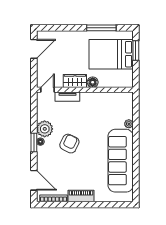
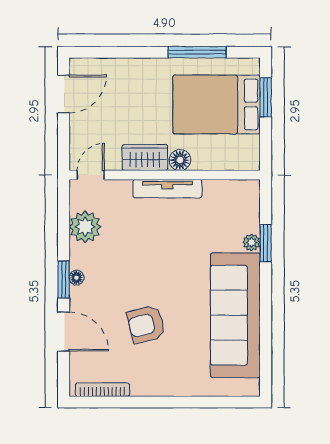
tv unit: (67, 97) -> (167, 189), moved, width x1.41
window: (136, 124) -> (266, 243), added
plant: (45, 129) -> (85, 227), moved
armchair: (69, 144) -> (146, 324), moved, turned -130
door: (34, 180) -> (64, 332), moved
piano: (81, 196) -> (157, 385), removed

